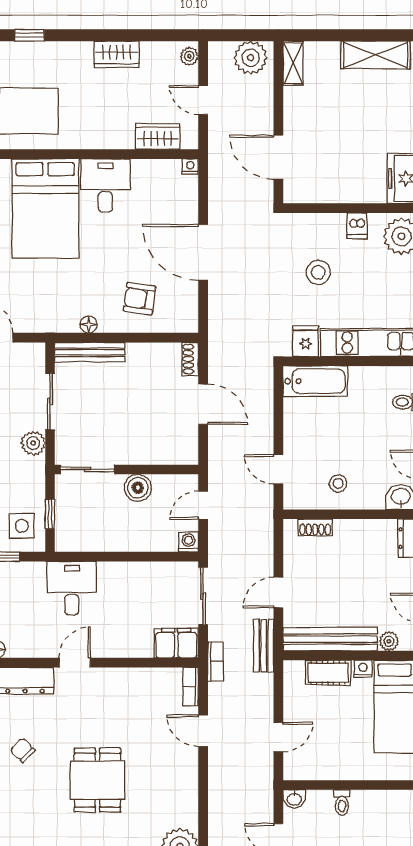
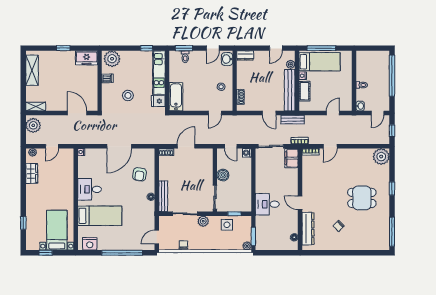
wardrobe: (117, 54) -> (32, 173), moved
wardrobe: (158, 136) -> (68, 166), removed
door: (278, 157) -> (77, 113), swing flipped
bed: (45, 208) -> (100, 216), width x0.67
side table: (22, 526) -> (227, 225), moved
door: (278, 737) -> (333, 113), hinge flipped
dining table: (97, 780) -> (362, 198), moved

